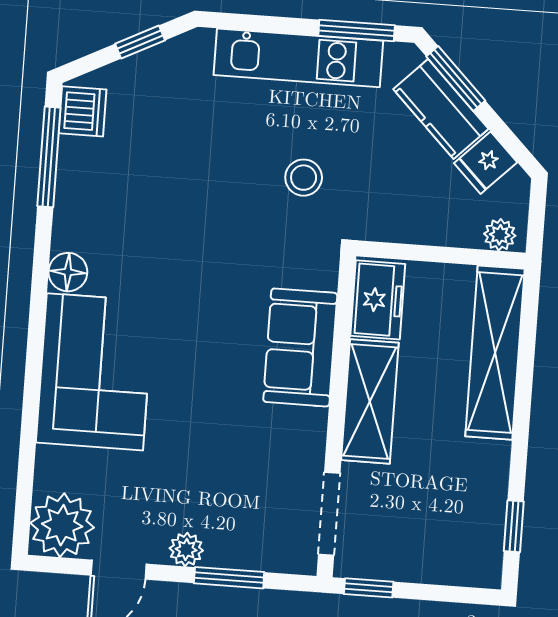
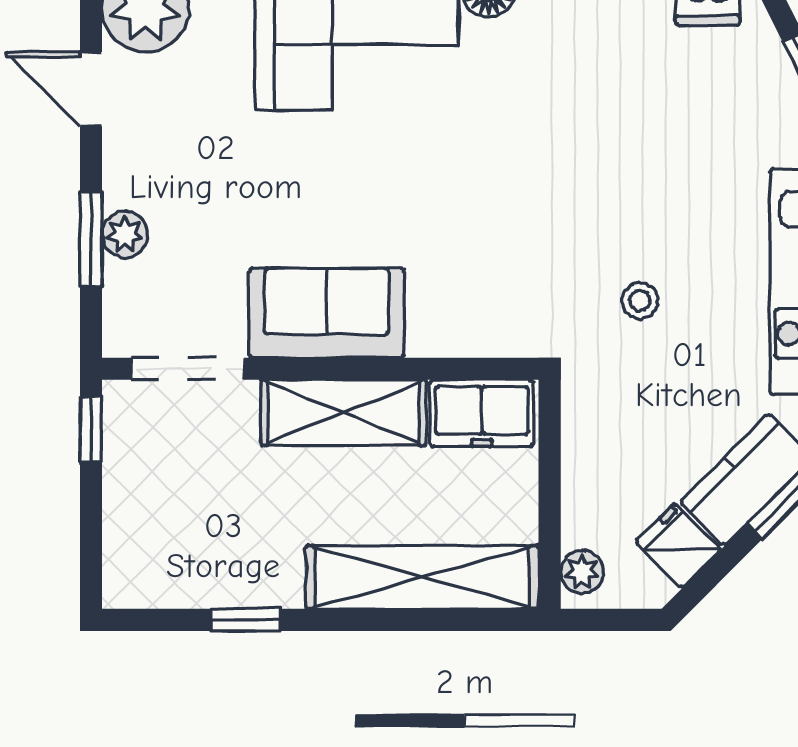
stool: (304, 178) -> (640, 301), width x0.73, depth x0.73
sofa: (300, 347) -> (327, 313), moved
window: (514, 526) -> (245, 620), moved
plant: (186, 549) -> (125, 234), moved

